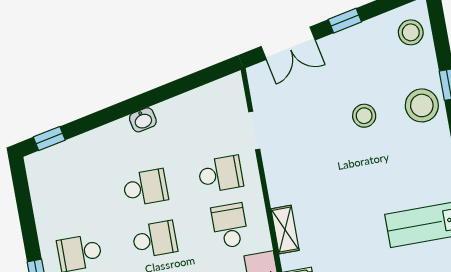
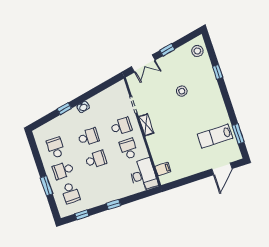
stool: (422, 105) -> (207, 83), removed
window: (49, 138) -> (64, 109), moved
school desk: (70, 201) -> (56, 148), added
shelving: (285, 230) -> (146, 125), moved

